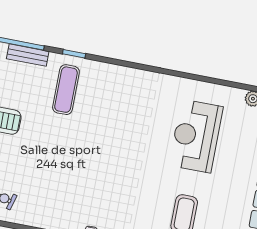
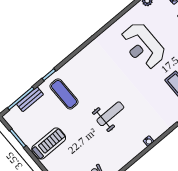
weight bench: (87, 162) -> (110, 114), added

